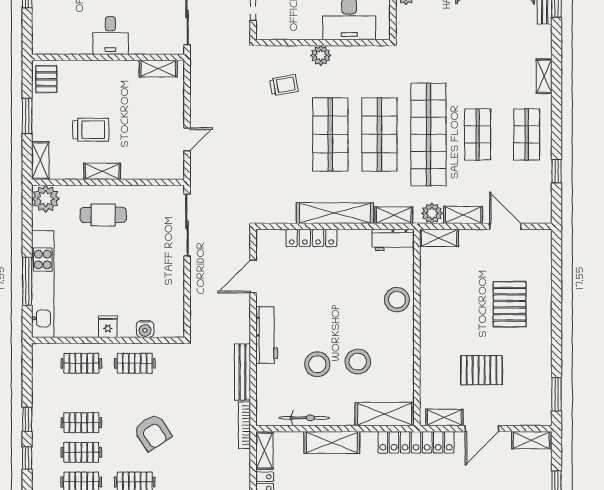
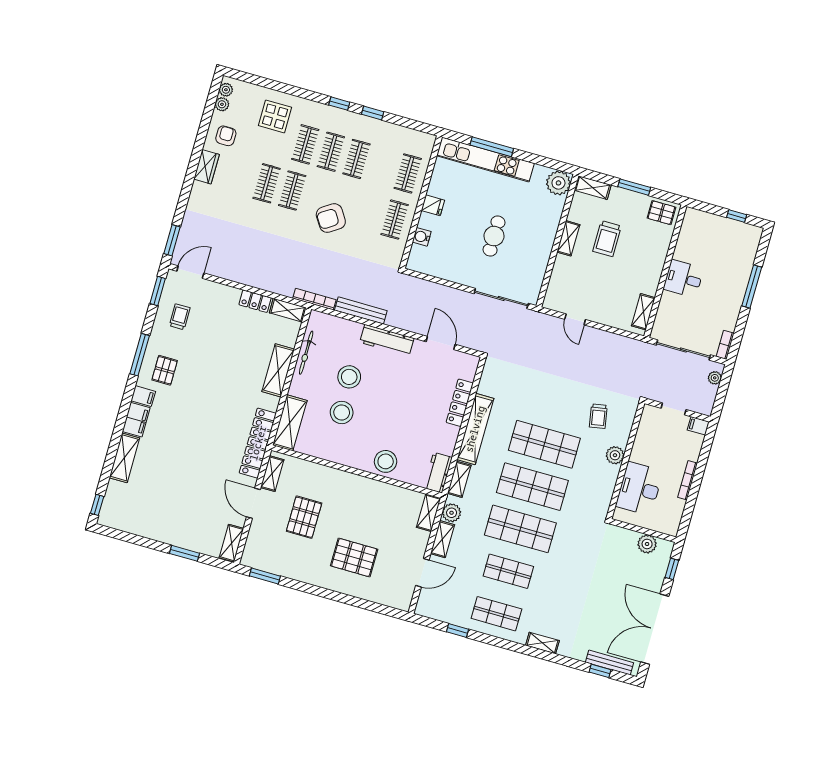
shop shelf: (428, 135) -> (520, 529), width x0.71
cafe table: (103, 215) -> (494, 236), moved

